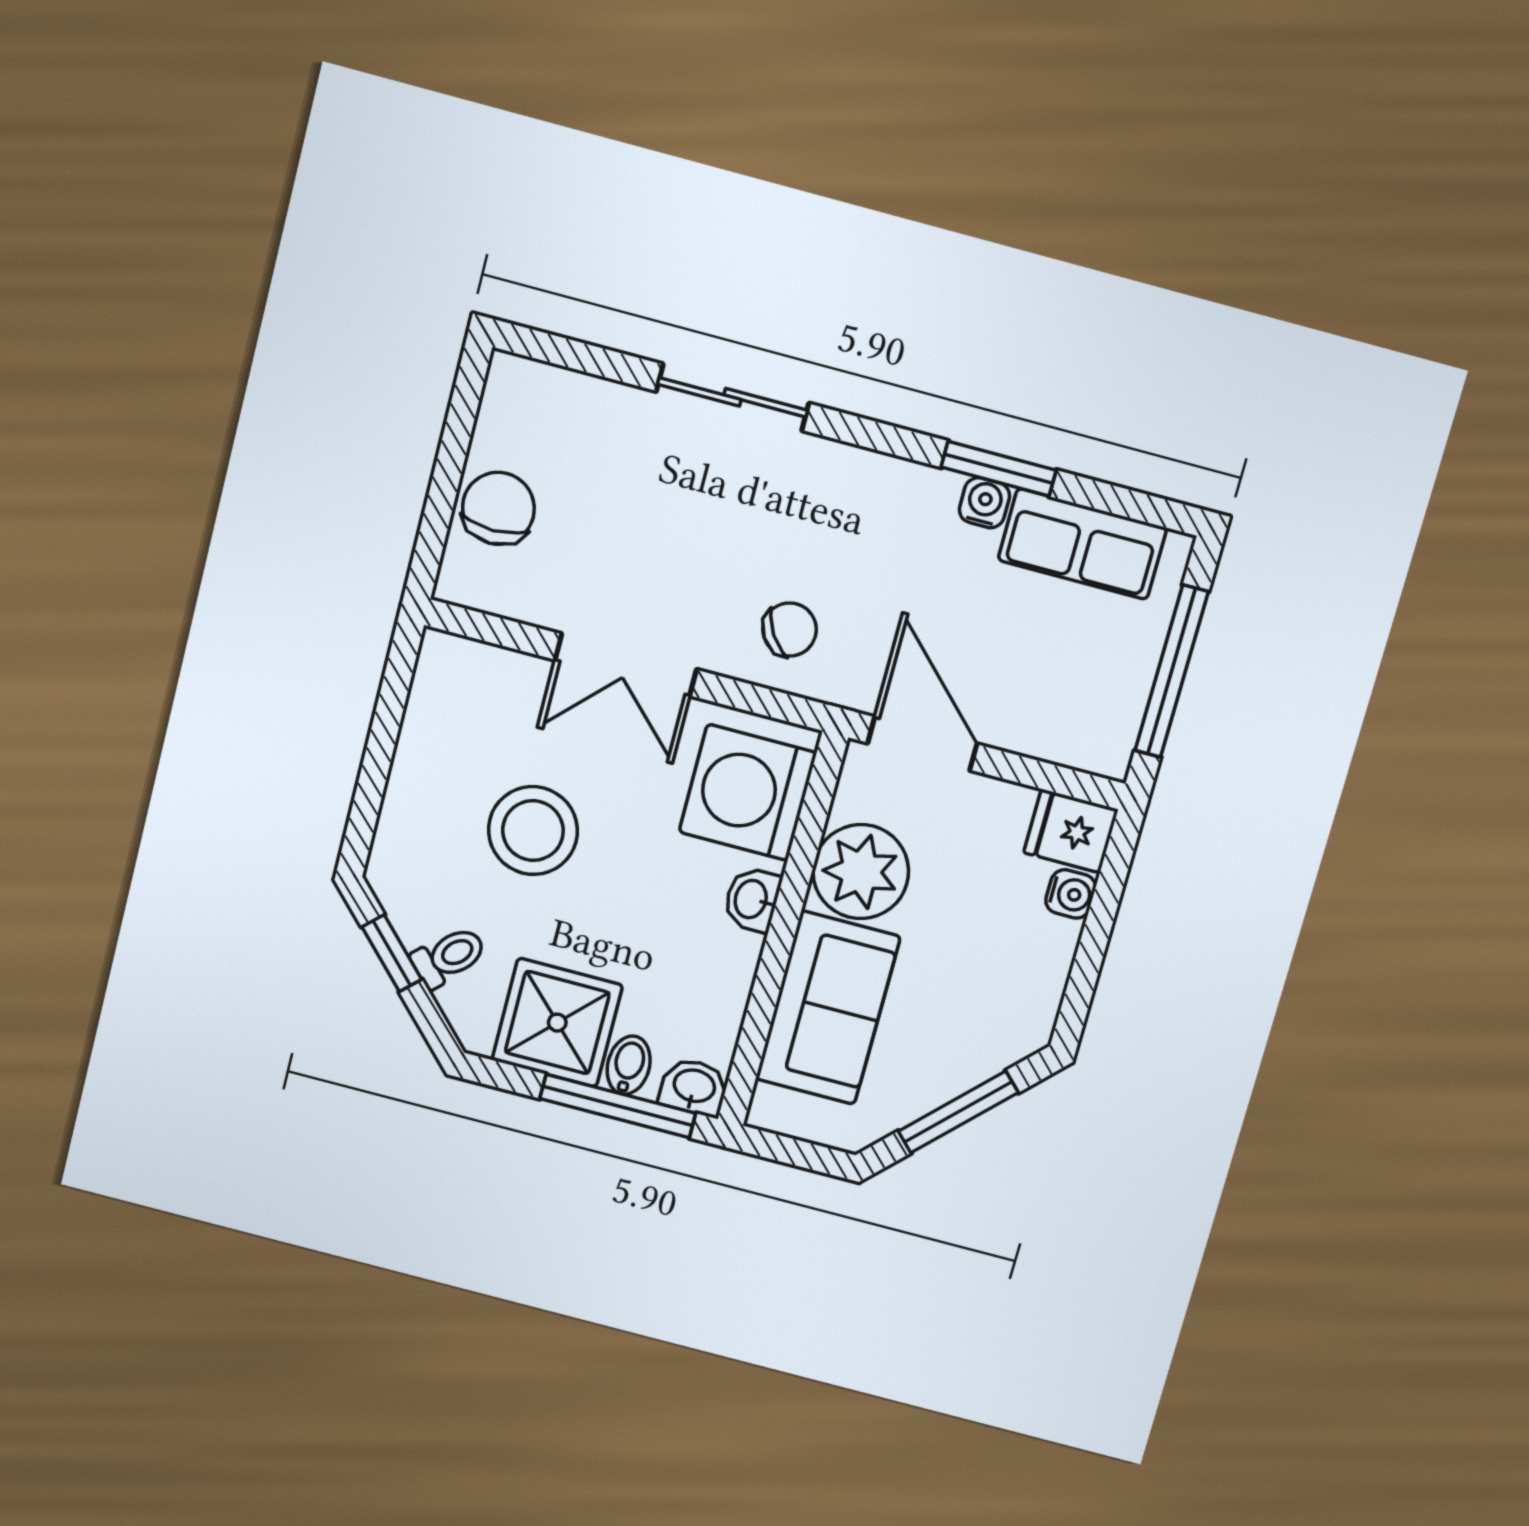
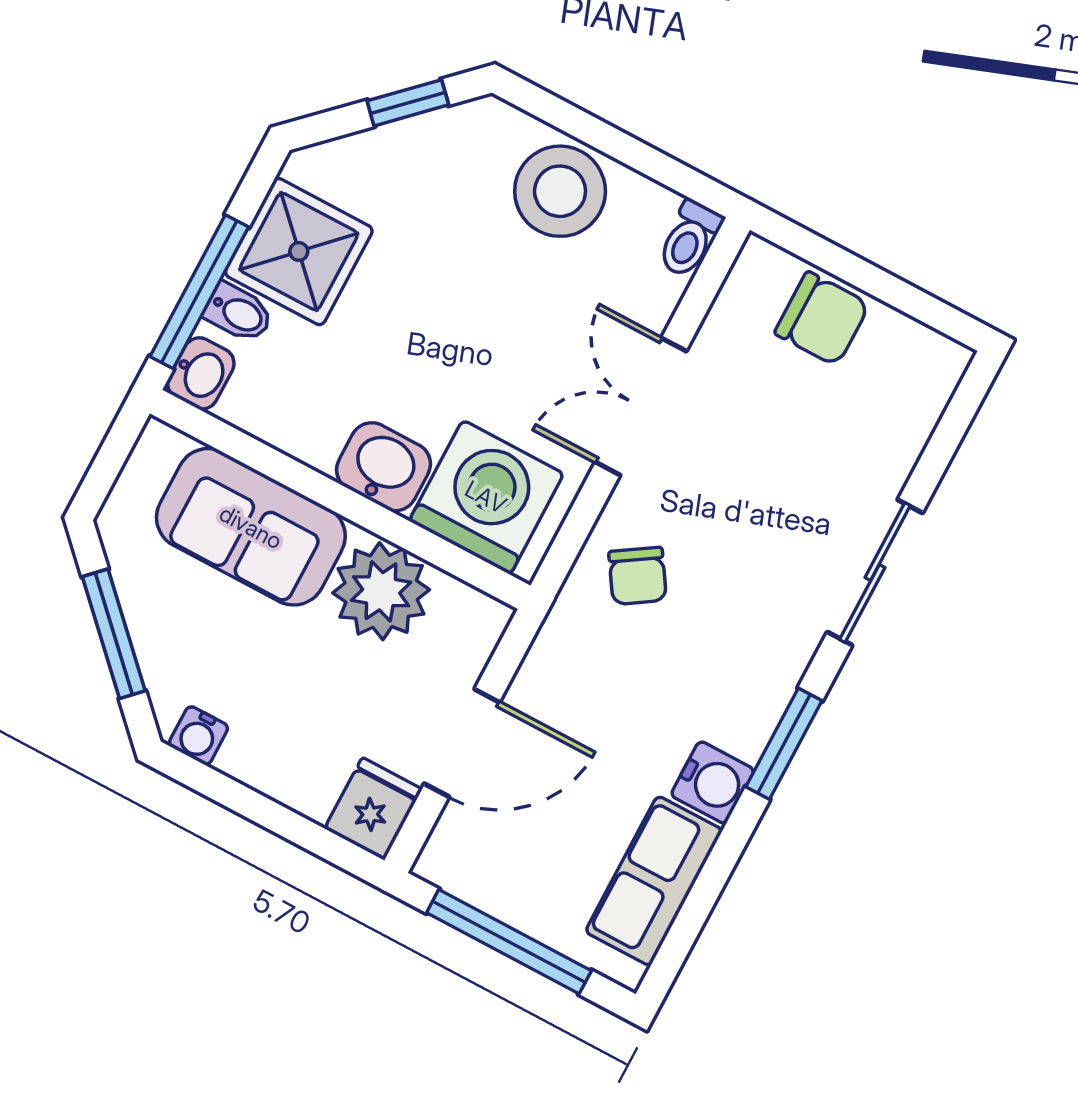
window: (999, 469) -> (784, 744), moved
water cooler: (984, 503) -> (713, 782), width x1.38, depth x1.38
door: (922, 744) -> (462, 743), moved
stool: (533, 831) -> (560, 191), moved
water cooler: (1071, 894) -> (198, 736), moved
washbasin: (752, 899) -> (383, 467), width x1.38, depth x1.45
toilet: (449, 957) -> (690, 239), moved, turned 44

